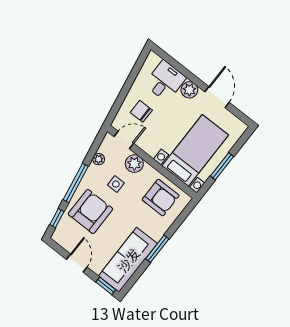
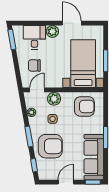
window: (139, 64) -> (12, 40), added
window: (76, 183) -> (29, 136), width x0.69
armchair: (90, 211) -> (50, 146), turned 90
door: (77, 263) -> (66, 182), hinge flipped

